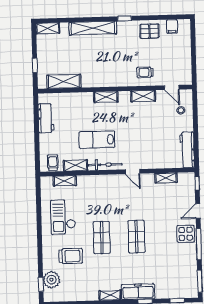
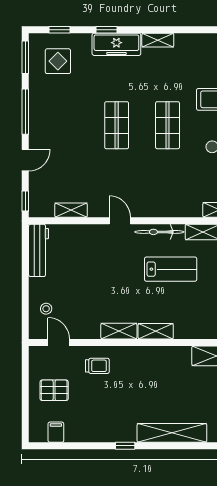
pallet: (149, 31) -> (54, 390), moved
shelving: (143, 96) -> (119, 331), moved
display table: (186, 234) -> (58, 61), moved

